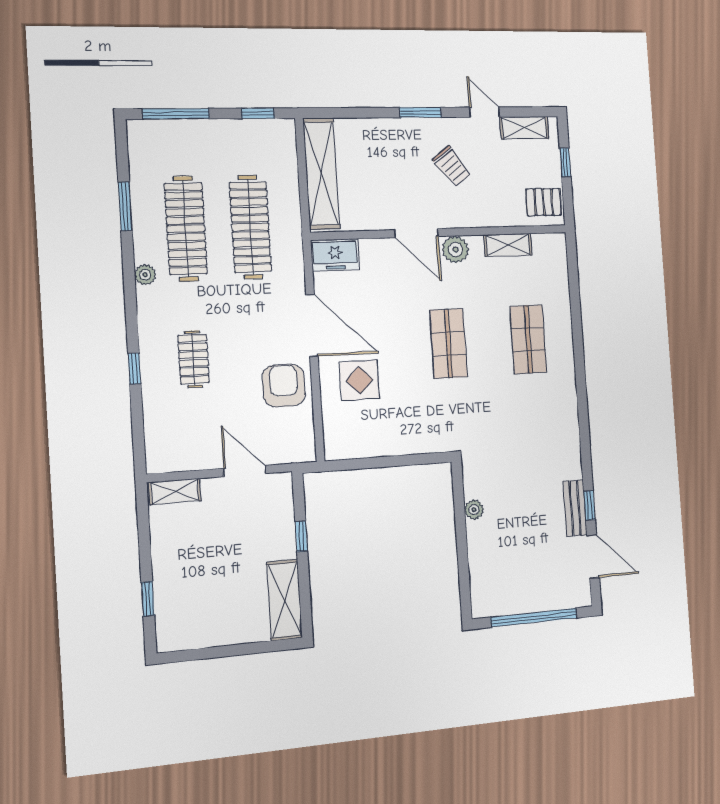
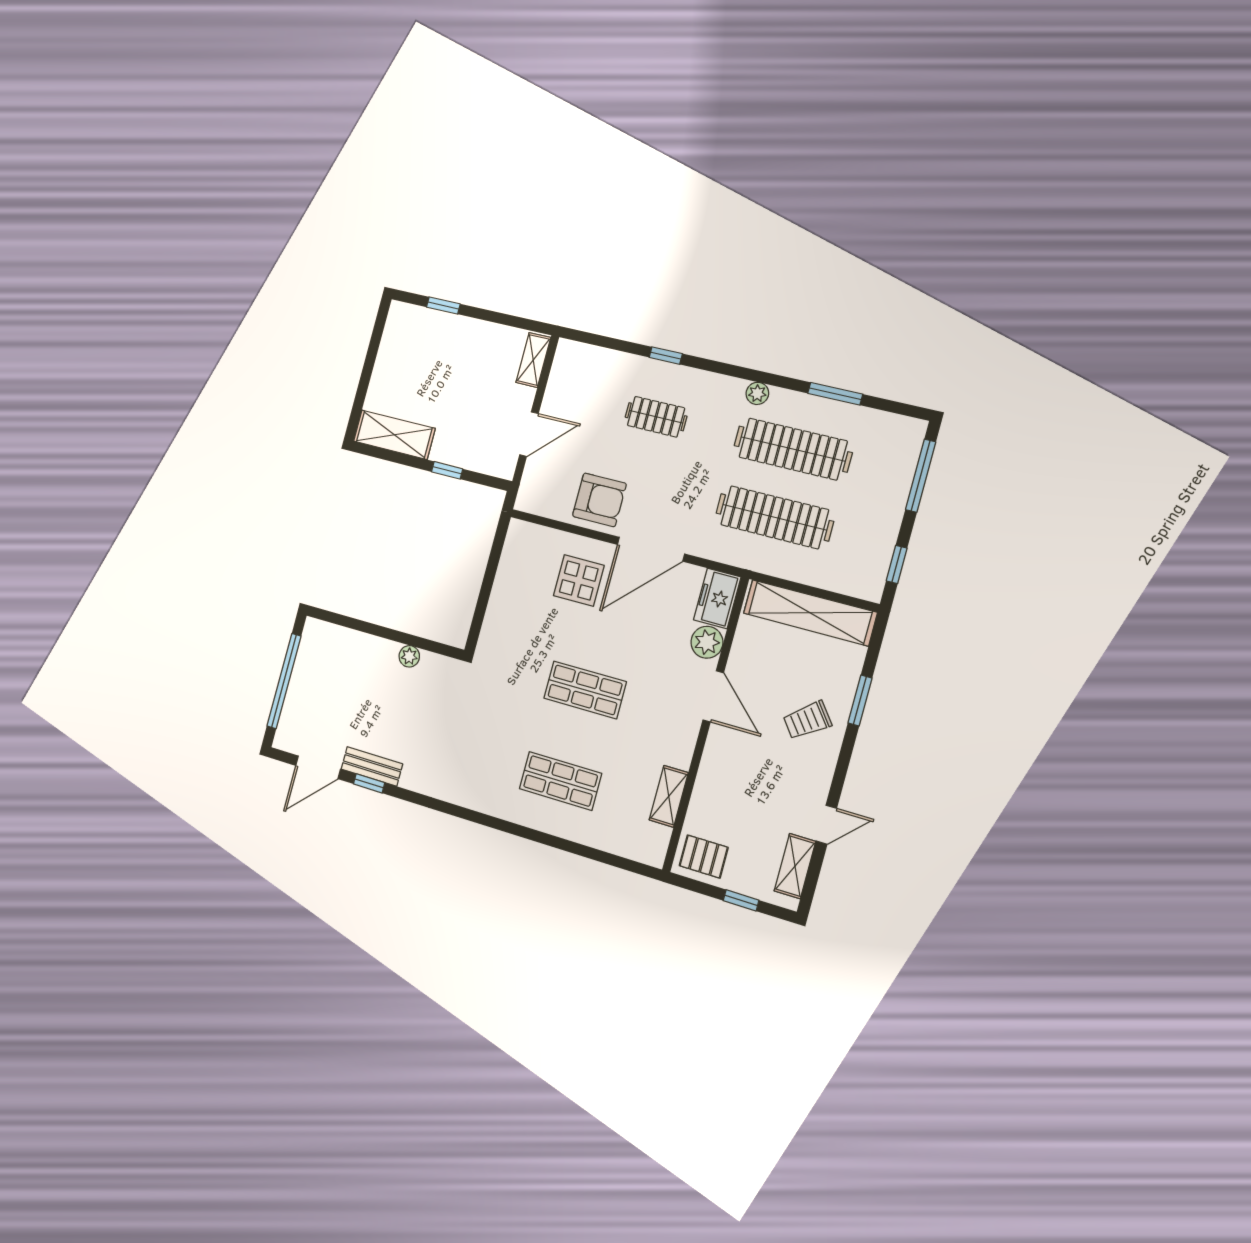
window: (420, 112) -> (860, 700), moved
trolley: (452, 166) -> (807, 720), moved
pallet: (544, 202) -> (704, 857), turned 90
door: (416, 233) -> (713, 696), swing flipped
plant: (455, 249) -> (707, 642), moved

